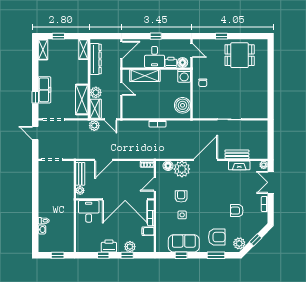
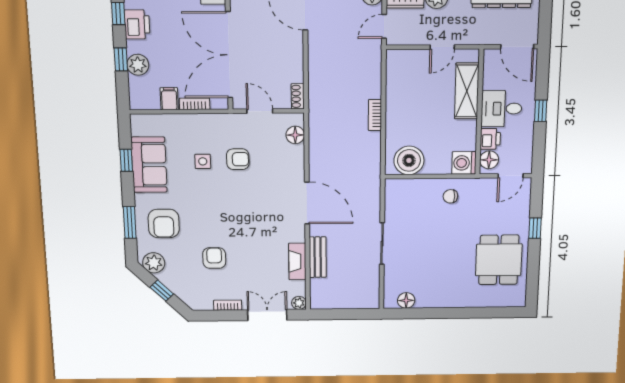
floor lamp: (263, 106) -> (406, 300), added
plant: (182, 169) -> (289, 160), removed

